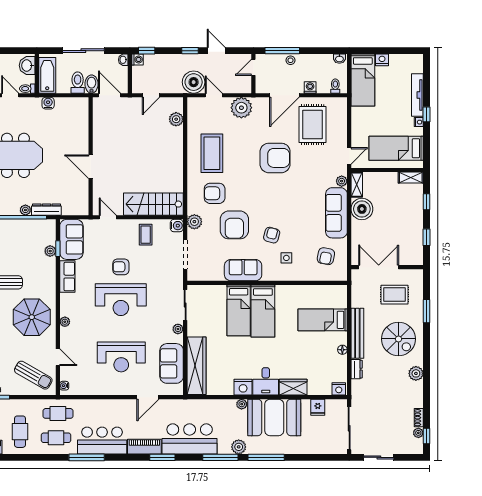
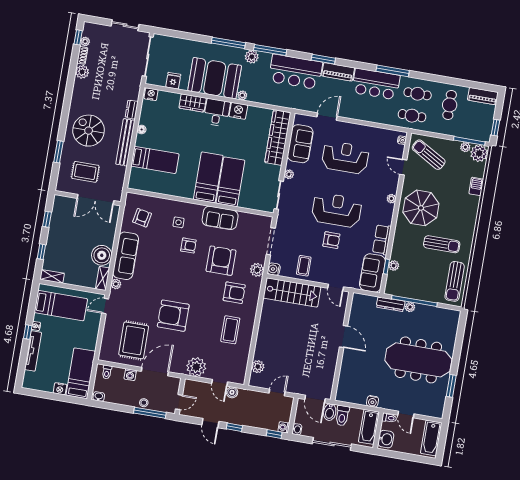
boiler: (194, 82) -> (232, 392), width x0.54, depth x0.54
coffee table: (212, 153) -> (230, 330), width x0.73, depth x0.76
armchair: (272, 235) -> (188, 246), turned -105
plant: (416, 373) -> (82, 72), moved

